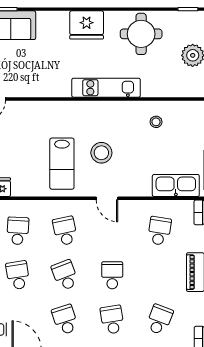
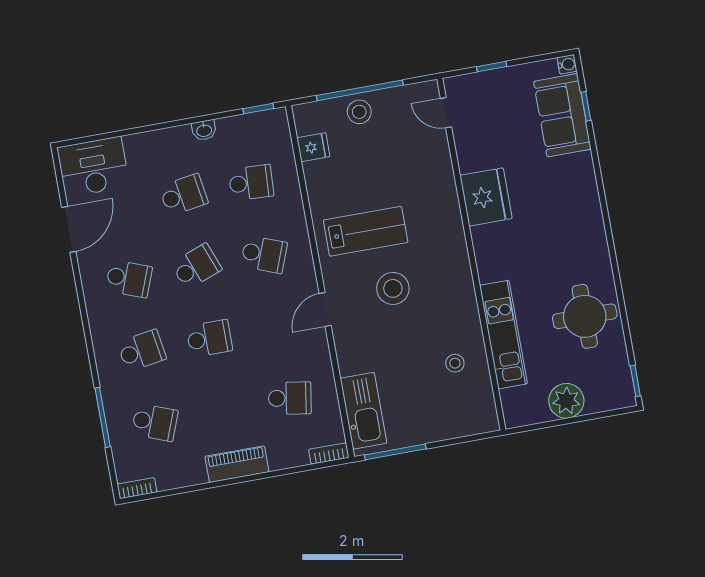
fridge: (87, 25) -> (486, 197), moved, turned 180
kitchen unit: (106, 88) -> (503, 335), moved
lab bench: (62, 164) -> (366, 231), turned 180
school desk: (65, 231) -> (264, 254), turned 33
school desk: (65, 320) -> (129, 279), turned 39

